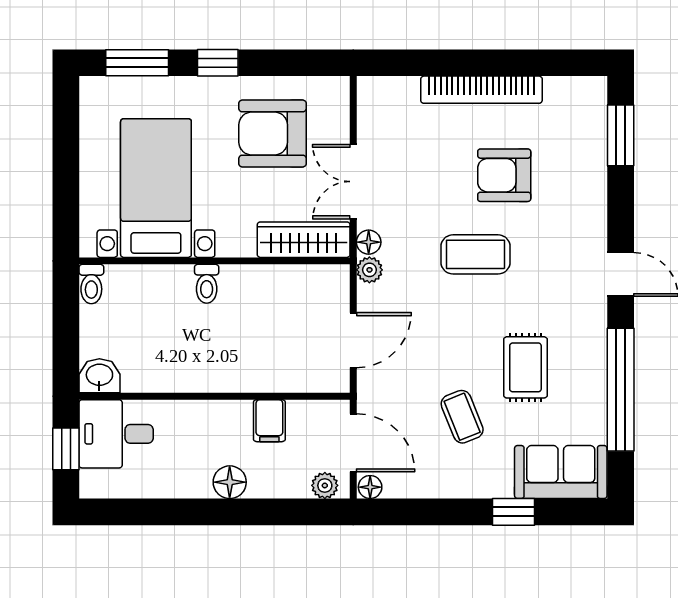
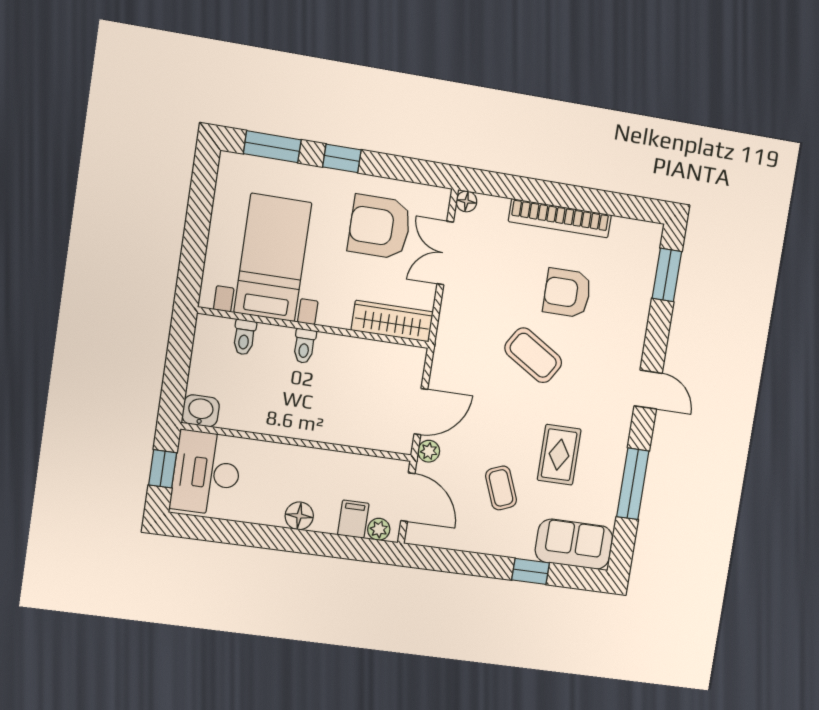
double door: (353, 182) -> (445, 253), moved
floor lamp: (369, 242) -> (466, 201), moved
coffee table: (476, 254) -> (533, 355), turned 32
plant: (369, 270) -> (429, 451), moved
toilet: (91, 284) -> (244, 337), moved
window: (621, 390) -> (633, 484), width x0.68
filing cabinet: (269, 421) -> (353, 519), moved, turned 180
desk: (116, 434) -> (206, 473), width x1.37
floor lamp: (370, 487) -> (416, 536), removed

